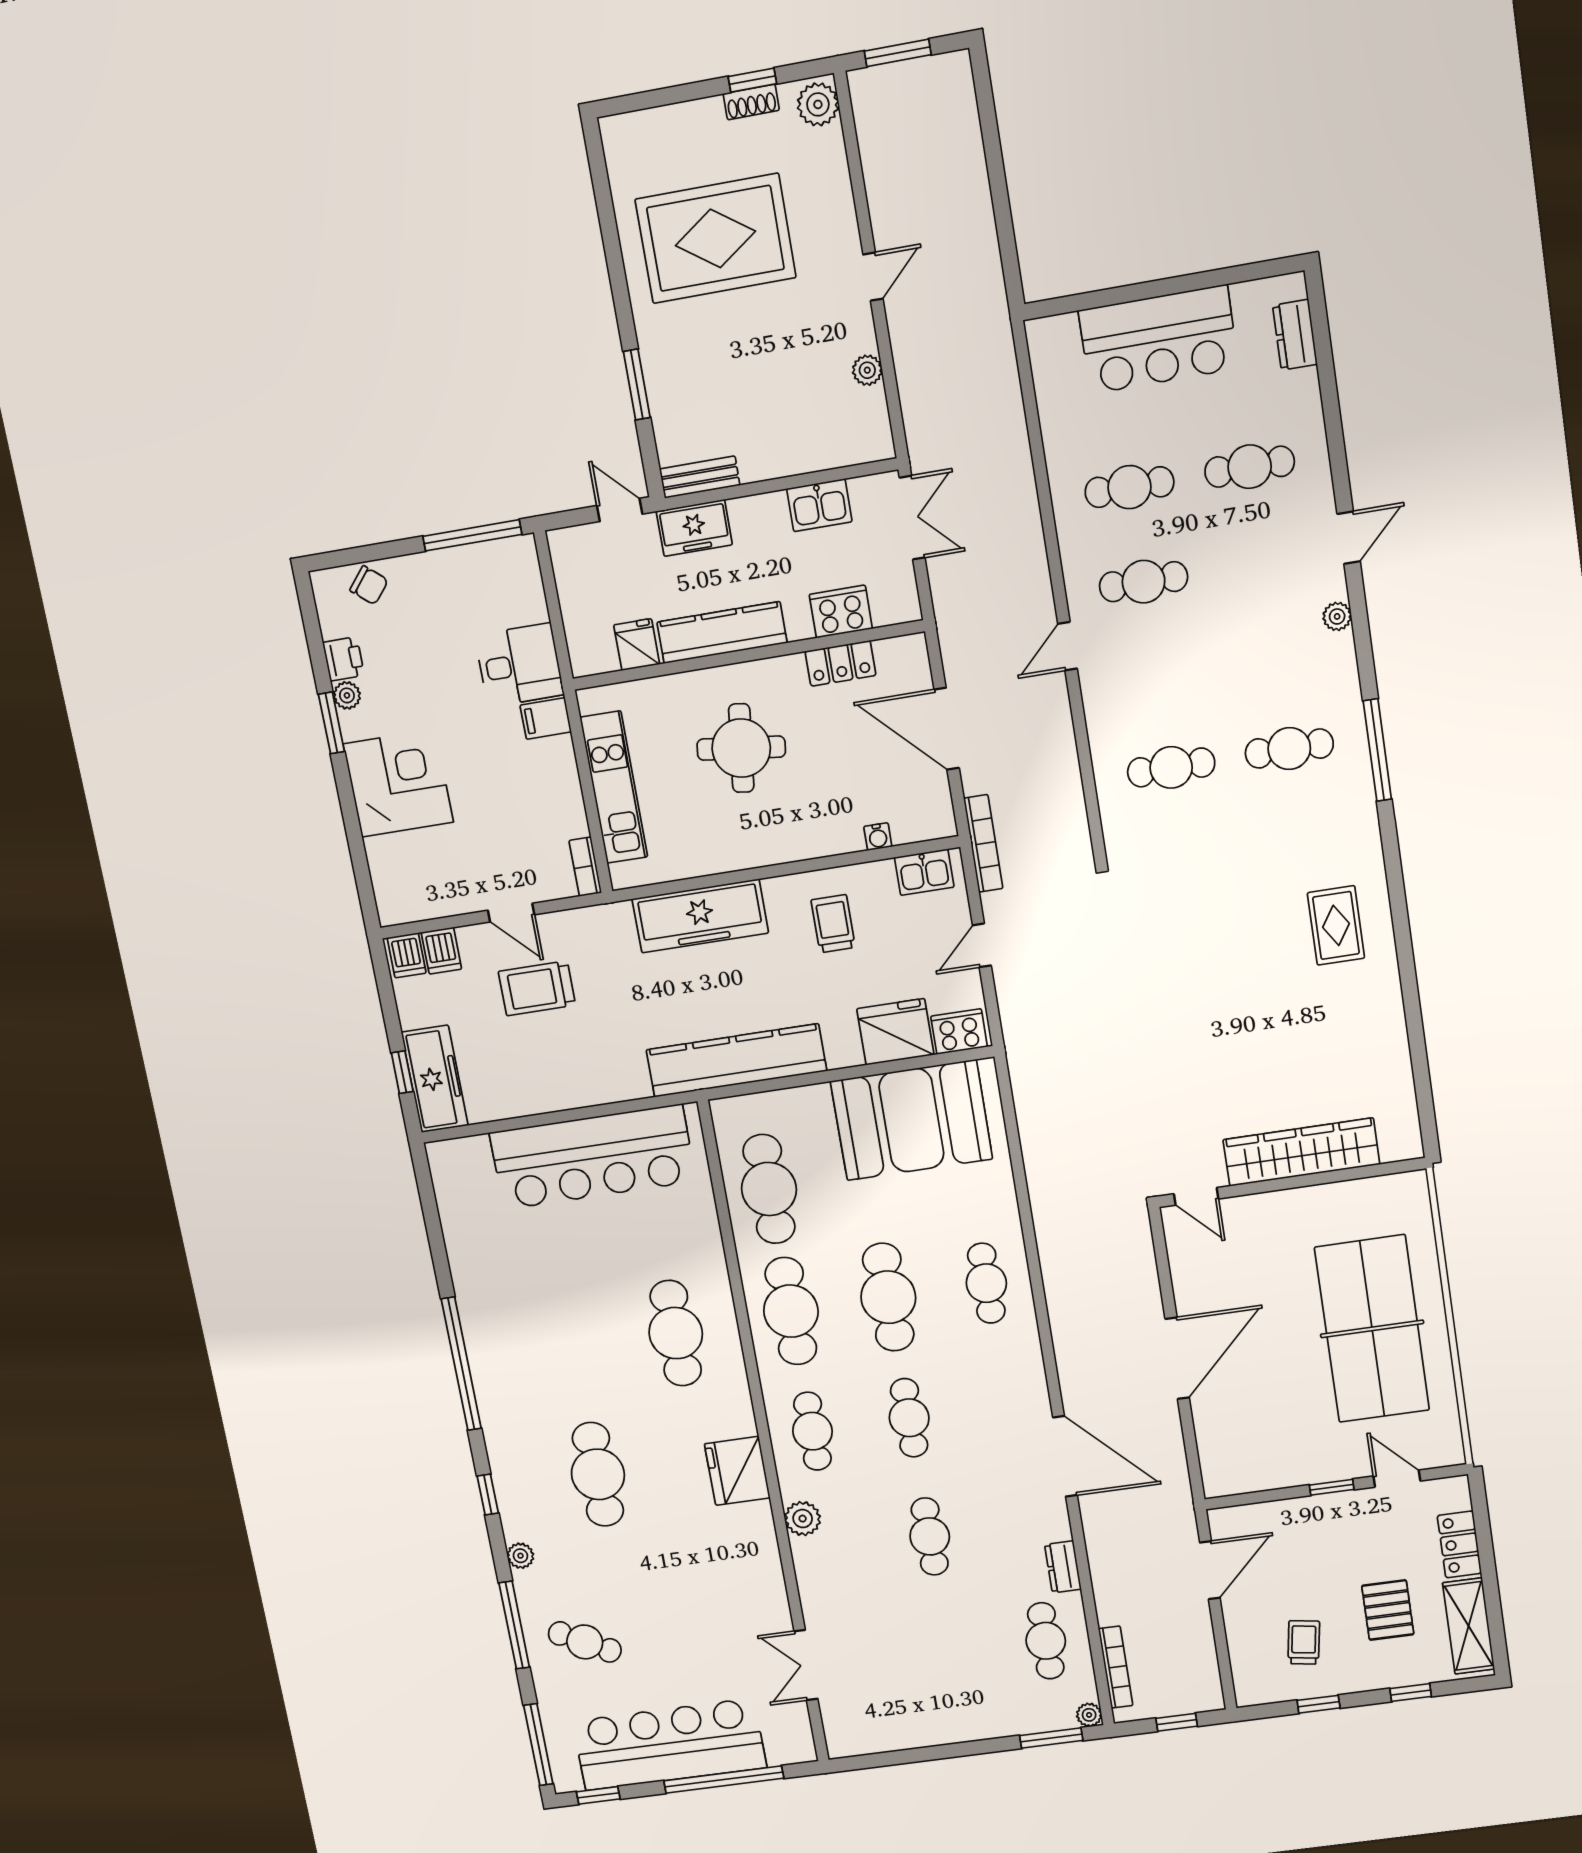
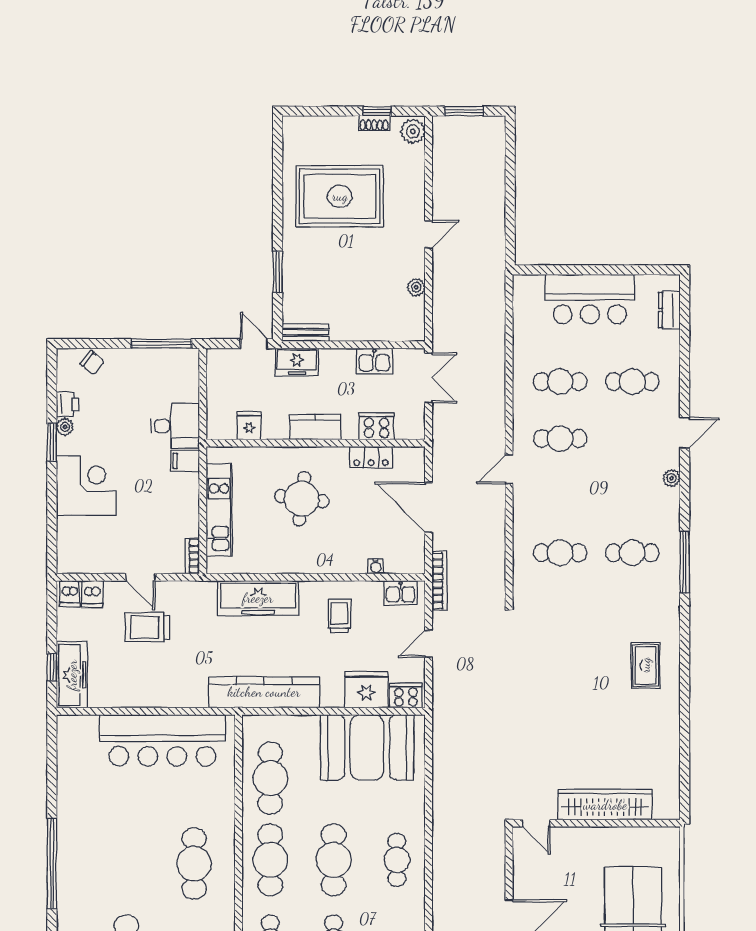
kitchen counter: (722, 633) -> (315, 427), width x0.67

